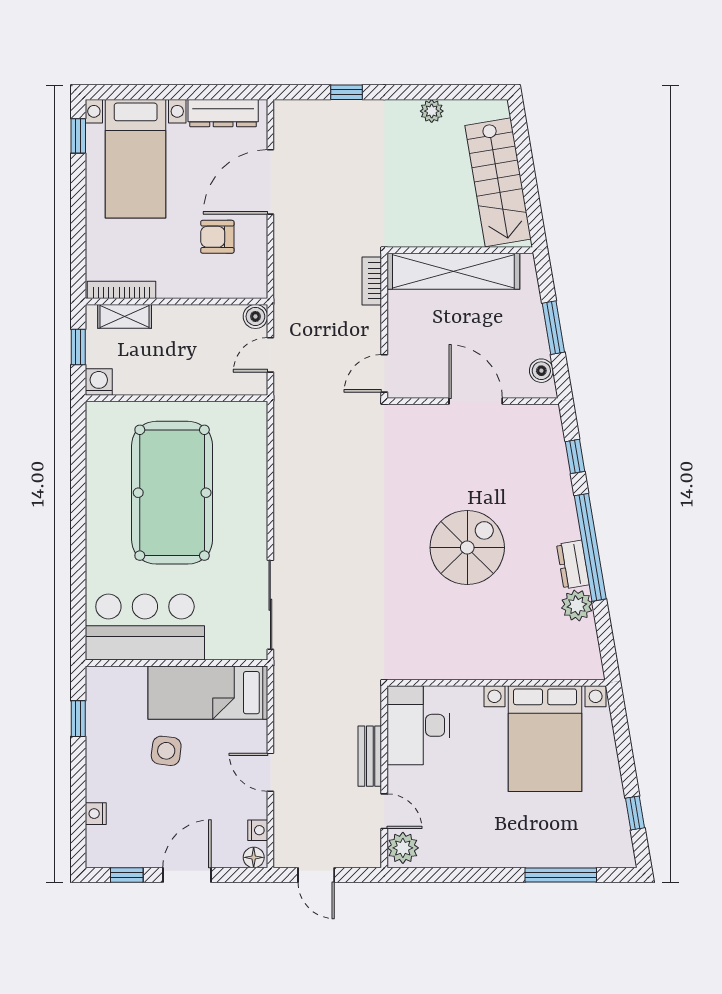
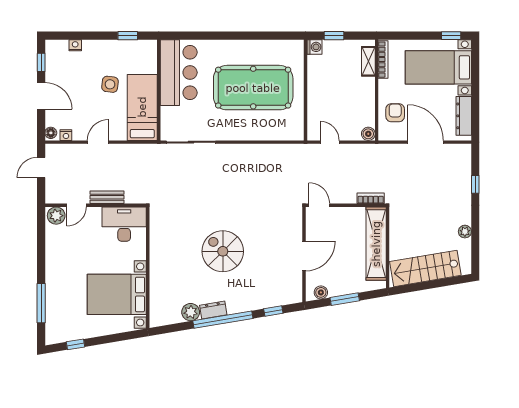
bookcase: (122, 290) -> (383, 60), moved
wall: (176, 301) -> (377, 90), moved
shelving: (125, 316) -> (368, 61), moved
boiler: (255, 316) -> (368, 134), moved
spiral stairs: (467, 548) -> (223, 251), turned 180

